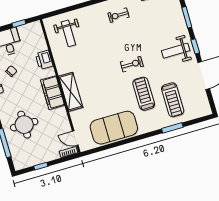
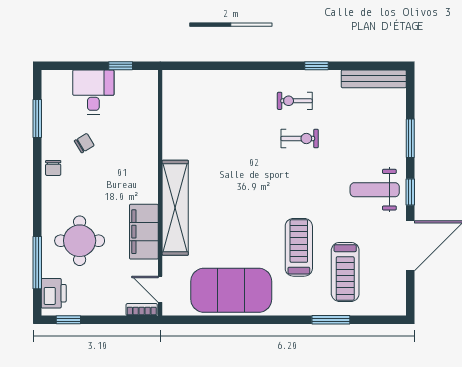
weight bench: (68, 33) -> (200, 107), removed
printer: (44, 60) -> (54, 293), moved, turned 180
exercise bike: (132, 64) -> (300, 138), moved
shelving: (71, 92) -> (175, 208), width x1.47
filing cabinet: (53, 93) -> (144, 232), moved
window: (41, 166) -> (68, 320), moved

